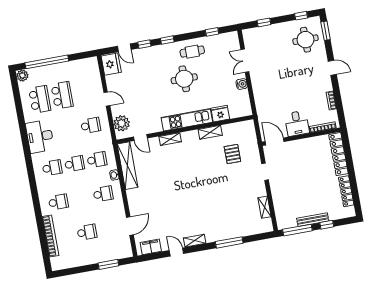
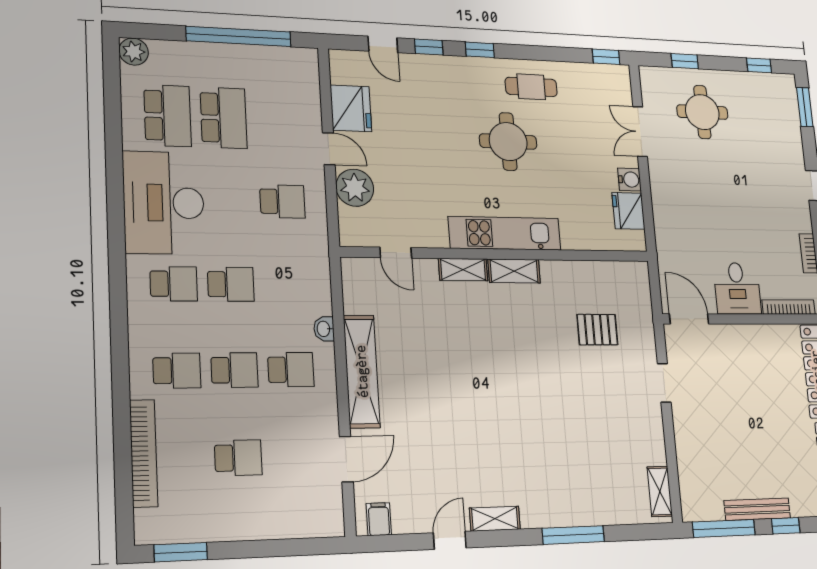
window: (212, 32) -> (606, 57), moved
round table: (305, 40) -> (702, 112), moved
window: (47, 62) -> (239, 36), moved
fridge: (111, 64) -> (351, 108), moved
fridge: (220, 114) -> (628, 211), moved, turned -90
plant: (122, 123) -> (355, 188), moved
shelving: (210, 132) -> (514, 271), moved
desk: (40, 136) -> (164, 203), width x1.36, depth x1.30
pallet: (232, 154) -> (597, 330), turned 90
school desk: (97, 160) -> (234, 370), moved
shelving: (128, 166) -> (362, 371), moved
shelving: (264, 207) -> (660, 491), moved
filing cabinet: (151, 247) -> (379, 519), width x0.50
door: (176, 252) -> (450, 540), hinge flipped
window: (108, 264) -> (181, 552), moved

